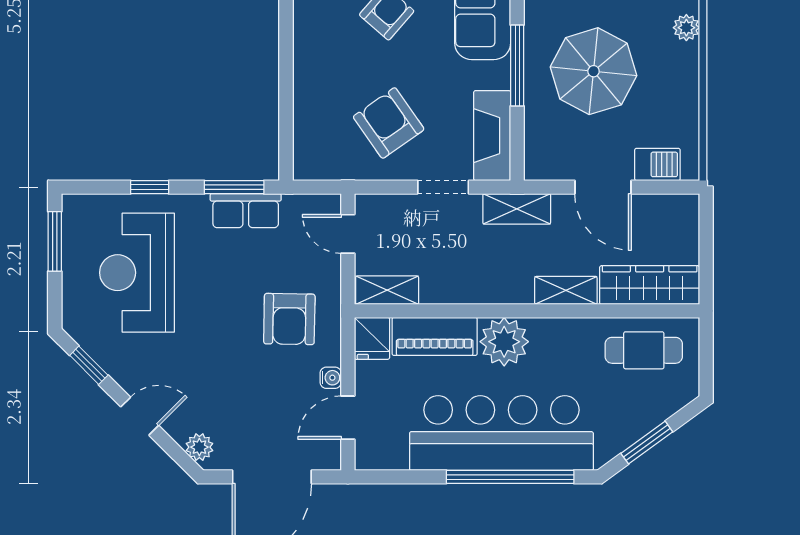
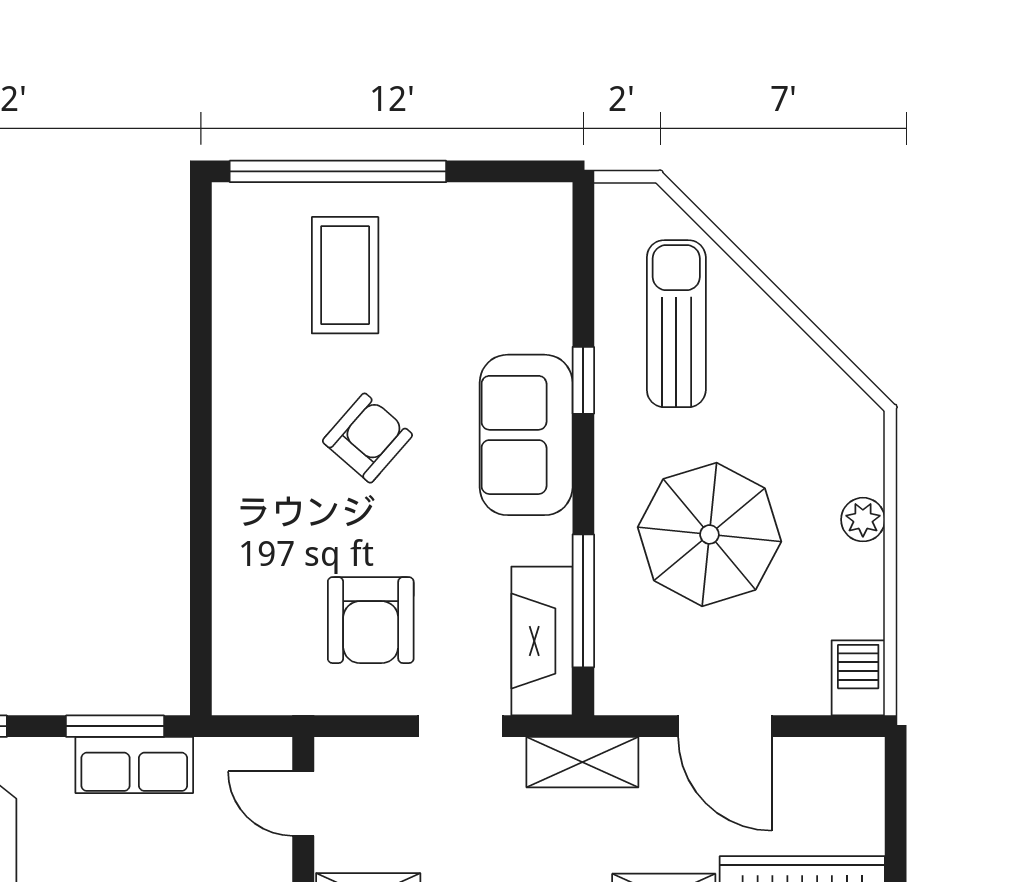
plant: (686, 28) -> (863, 520), moved
window: (517, 66) -> (583, 601), moved
armchair: (389, 123) -> (371, 620), turned -145
barbecue: (657, 164) -> (858, 678), moved, turned -90

